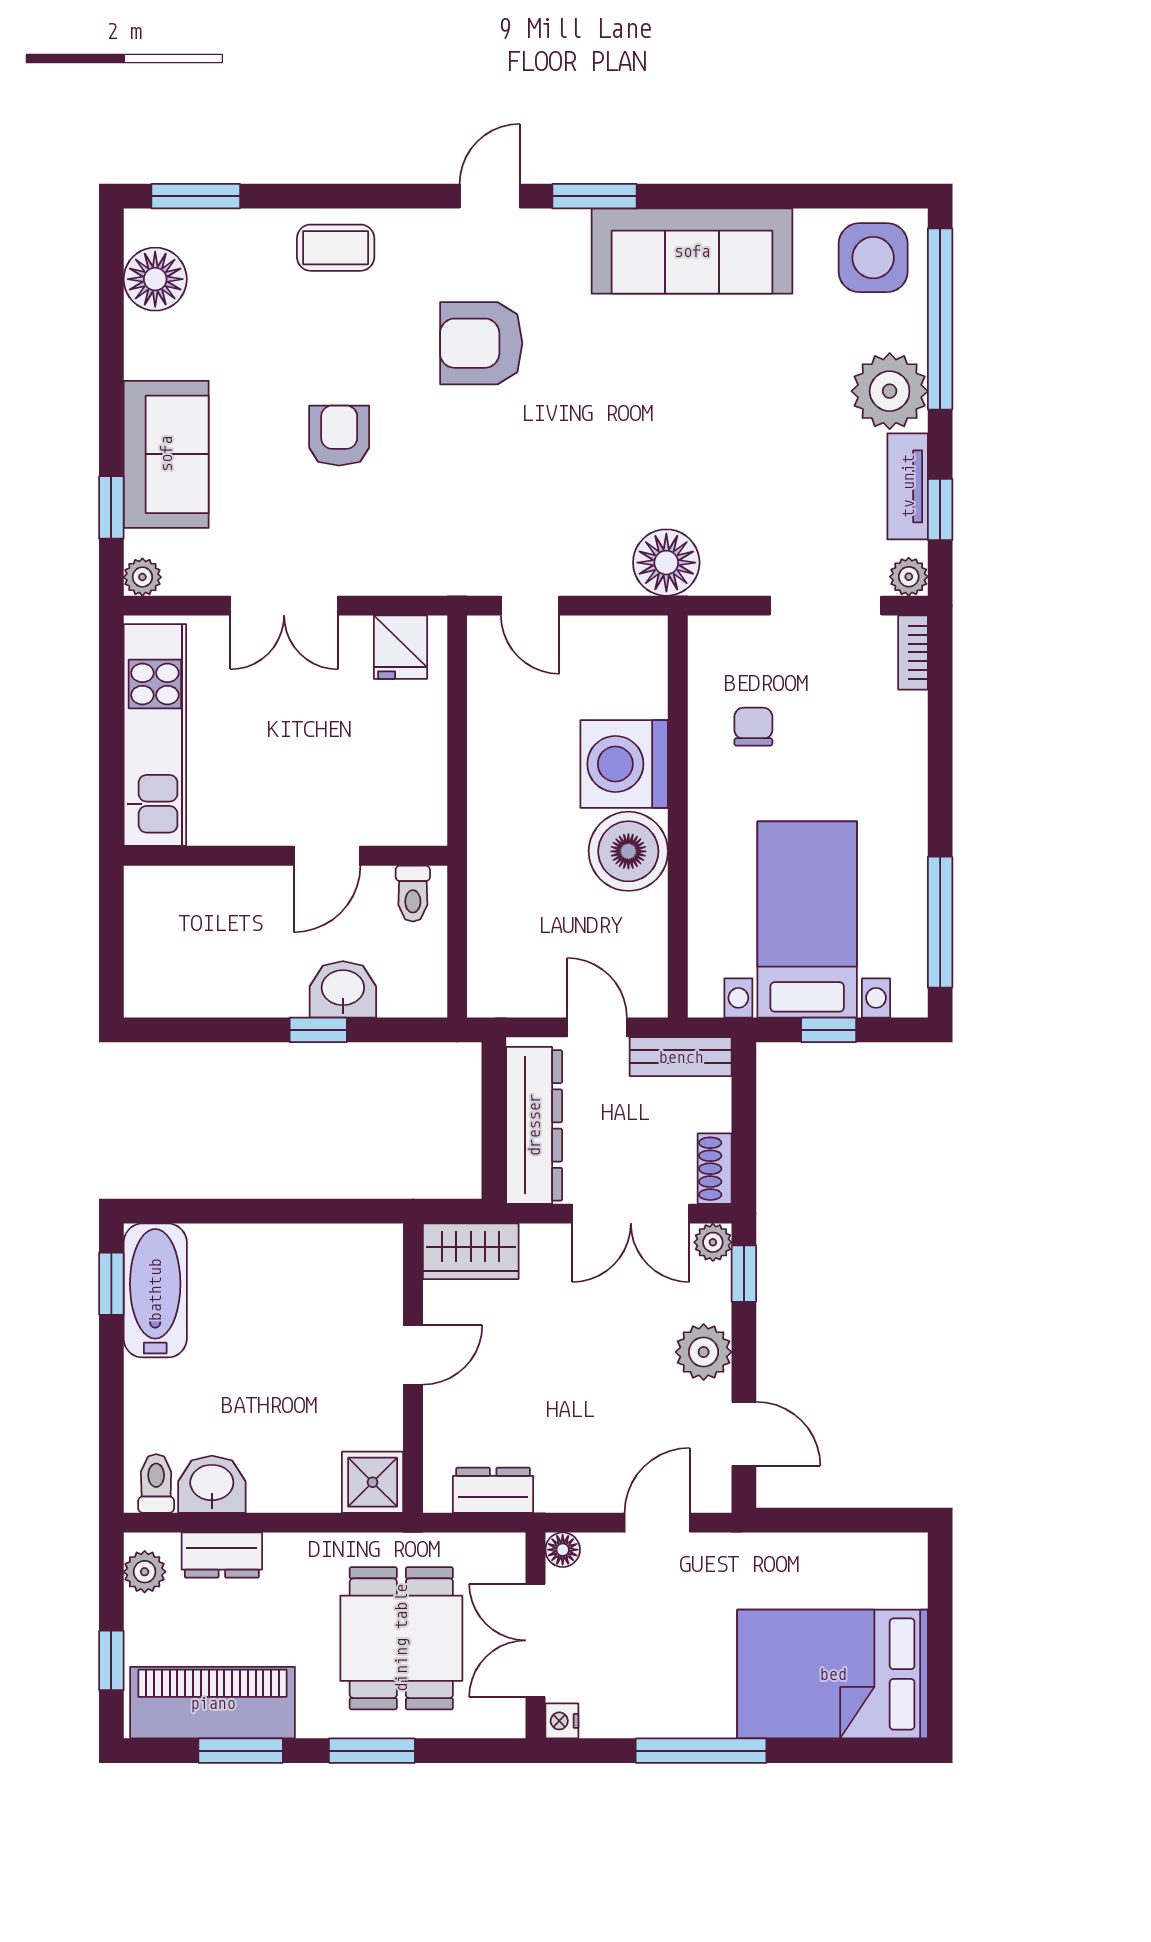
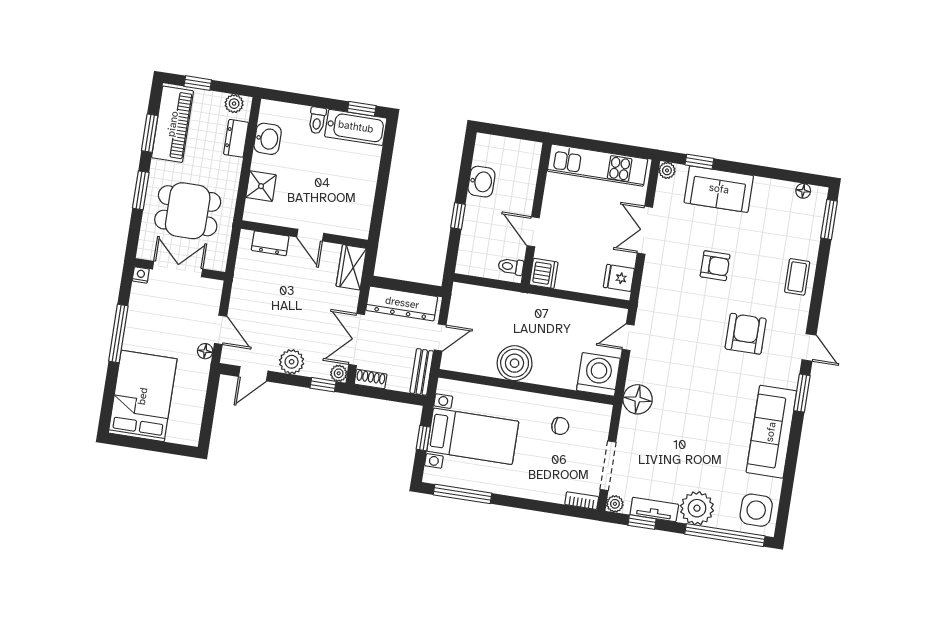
floor lamp: (155, 279) -> (803, 191), width x0.53, depth x0.53
washing machine: (624, 764) -> (598, 374), moved
dishwasher: (417, 817) -> (544, 273), added
washbasin: (343, 989) -> (481, 182), moved
shower: (373, 1482) -> (261, 186), moved
toilet: (156, 1483) -> (317, 120), moved, turned 90
dresser: (493, 1490) -> (270, 243), moved, turned 90
floor lamp: (563, 1550) -> (205, 351), moved

